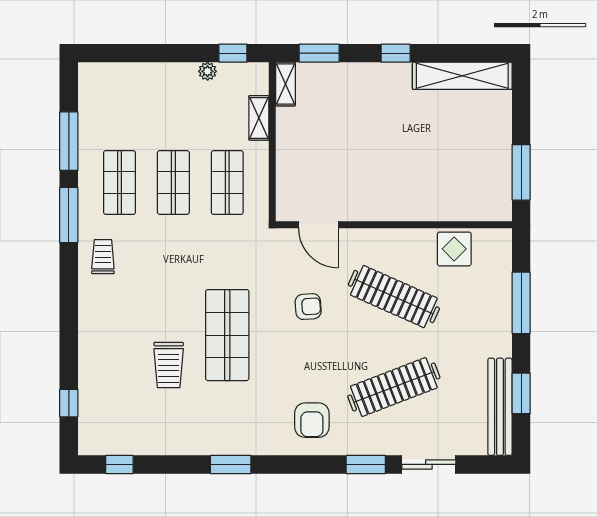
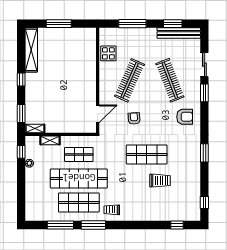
window: (521, 172) -> (59, 24), moved
shop shelf: (119, 183) -> (79, 202), width x1.43, depth x1.36
shop shelf: (173, 183) -> (79, 178), width x2.00, depth x1.36

